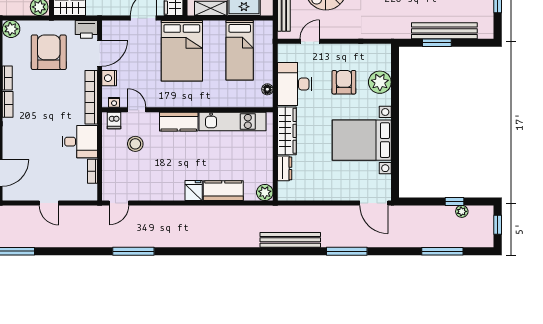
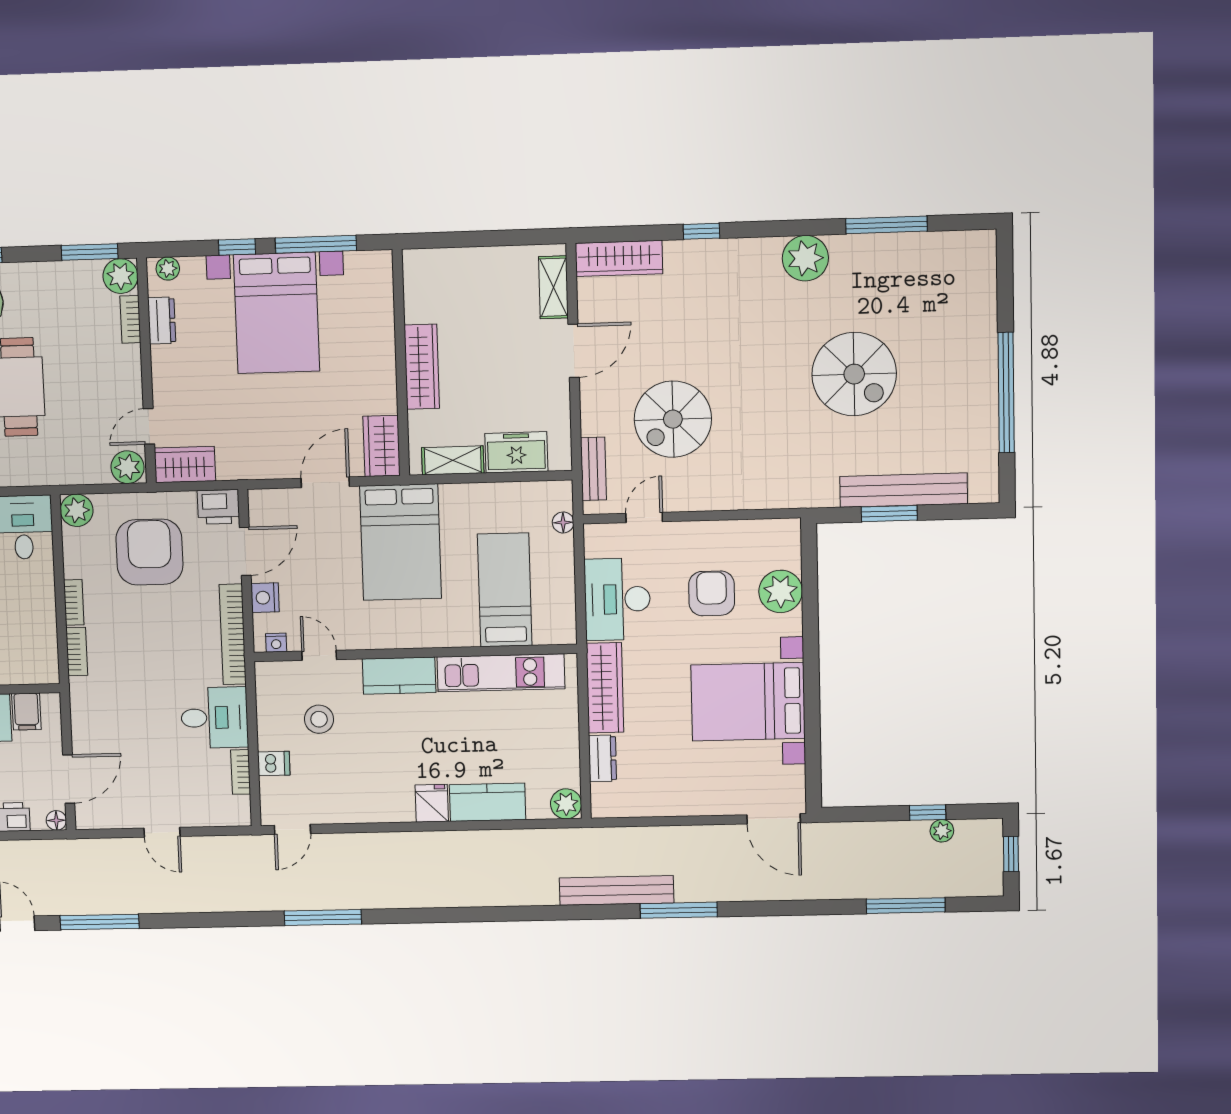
bed: (240, 50) -> (505, 590), moved, turned 180
floor lamp: (267, 89) -> (563, 522), moved
dishwasher: (114, 120) -> (274, 764), moved, turned -90
window: (347, 251) -> (679, 910), moved

